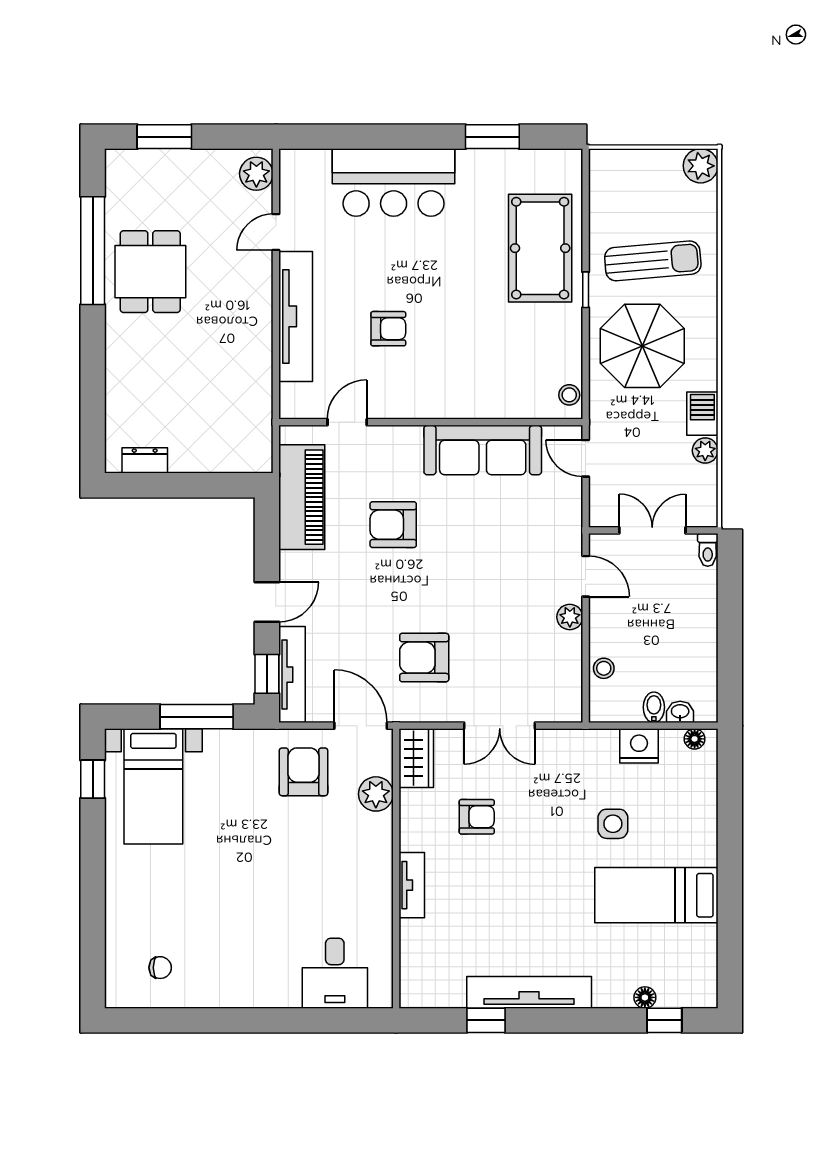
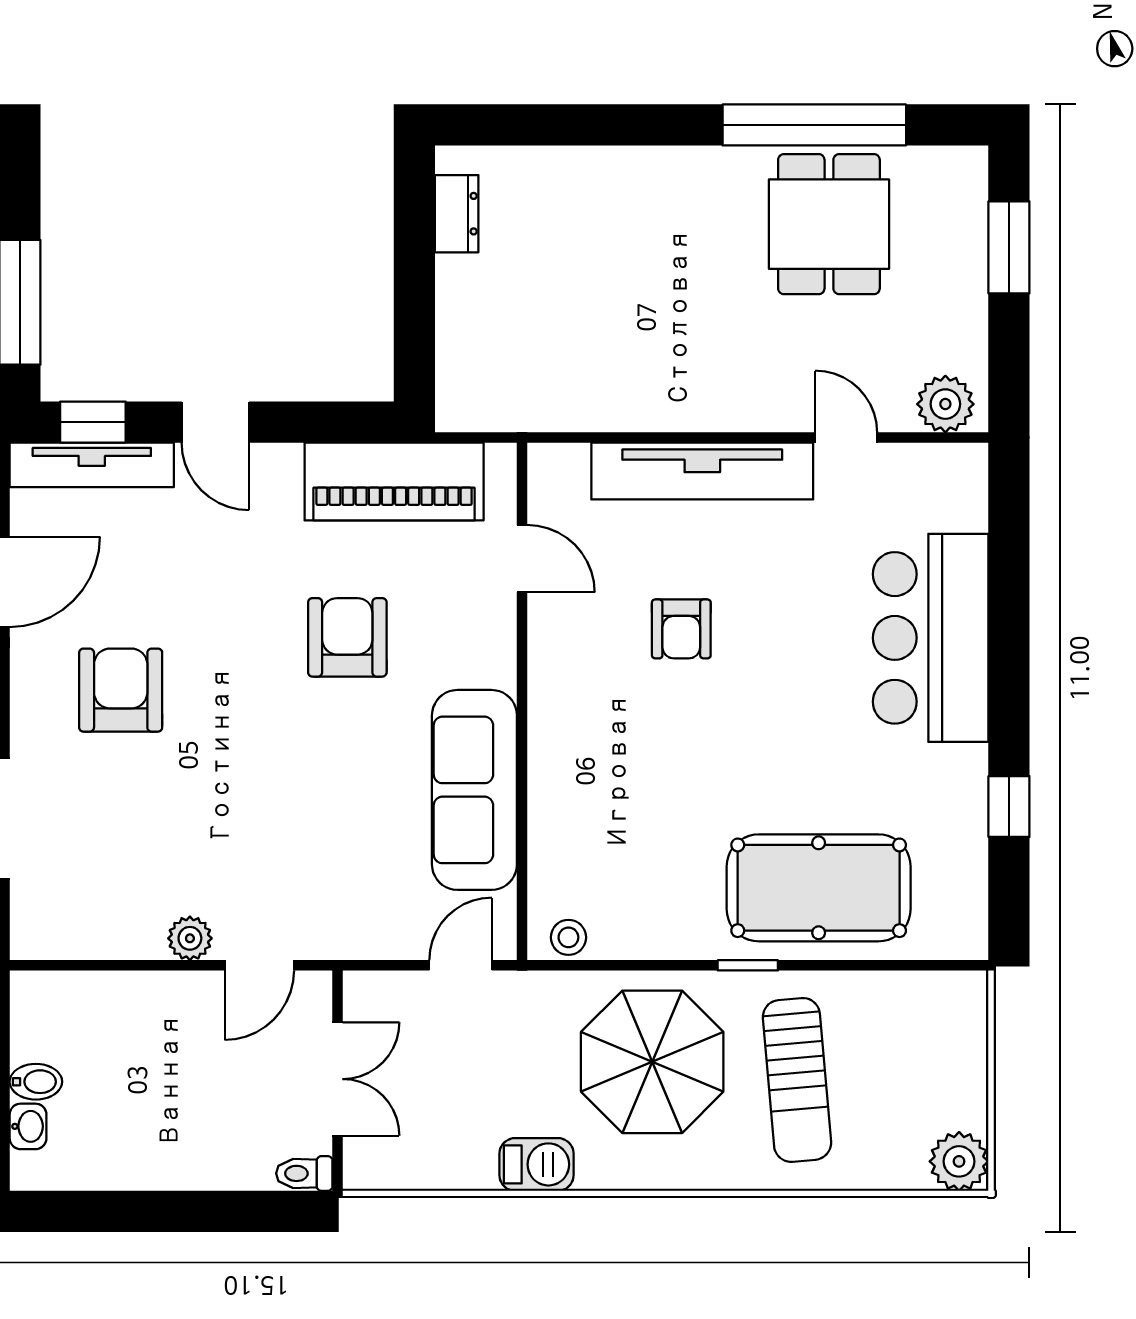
window: (492, 137) -> (1009, 807), width x0.67
dining table: (150, 272) -> (829, 224), moved, turned 90
plant: (705, 451) -> (474, 1169), removed
stool: (604, 668) -> (102, 996), removed

